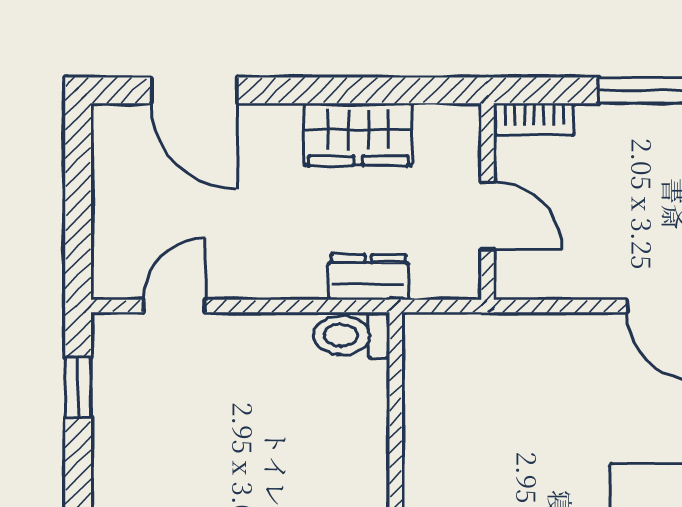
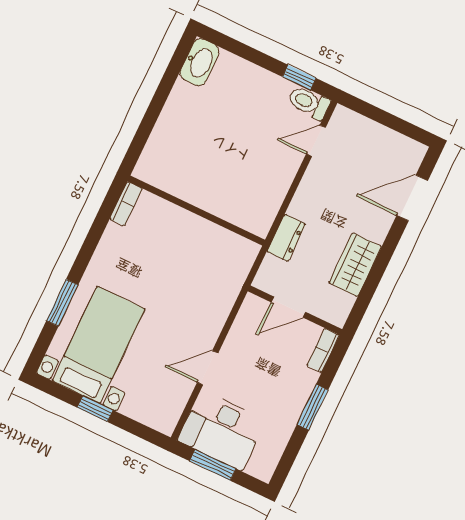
door: (174, 306) -> (316, 141), swing flipped
toilet: (351, 335) -> (309, 103), moved, turned -90

